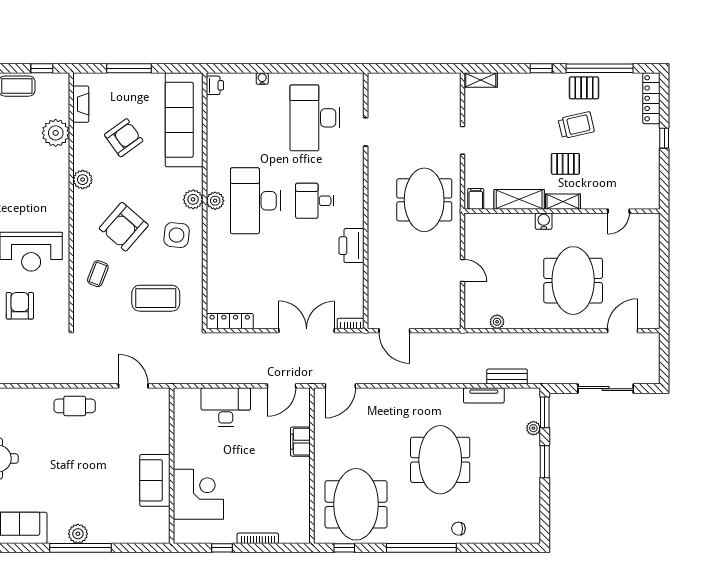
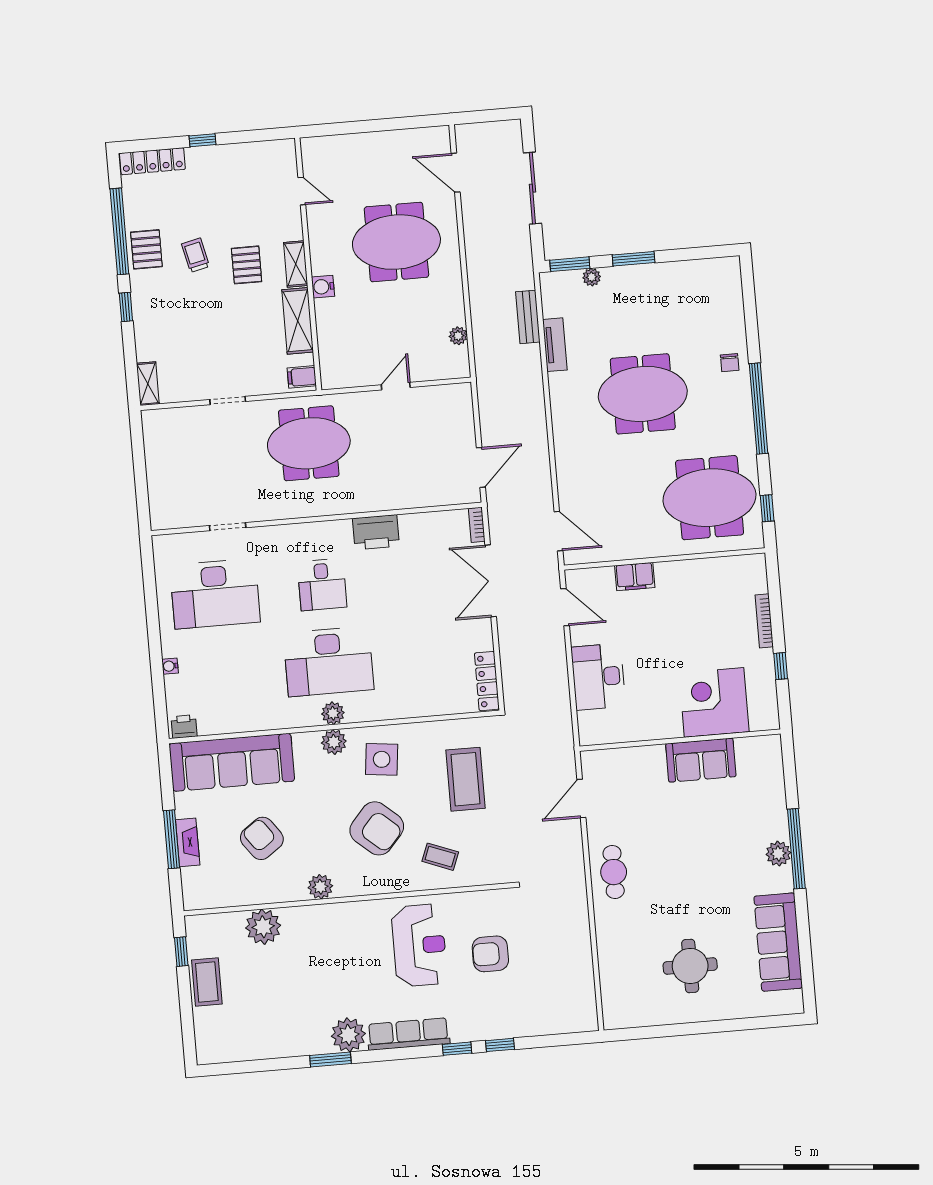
fireplace: (81, 104) -> (188, 842), moved, turned 90
trolley: (576, 125) -> (195, 255), width x0.73, depth x0.72

